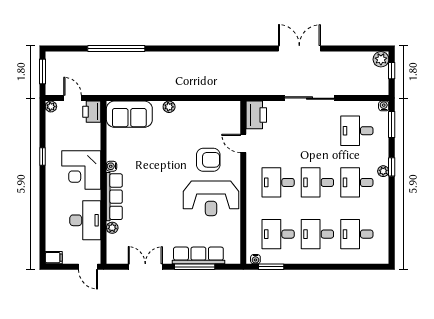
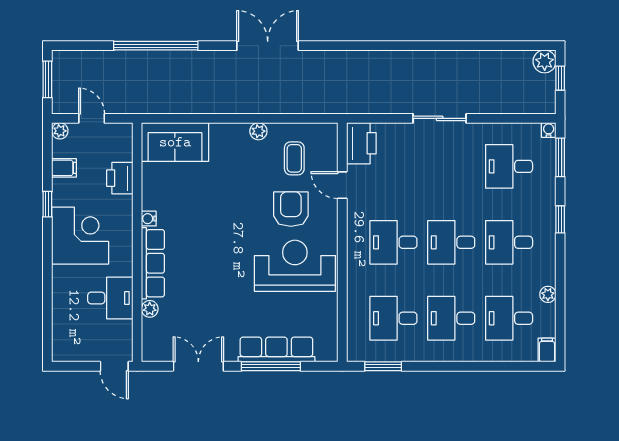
double door: (299, 49) -> (268, 46), moved
sliding door: (310, 98) -> (440, 118), width x0.73
plant: (169, 107) -> (258, 131), moved
printer: (92, 112) -> (120, 178), moved
coffee table: (211, 125) -> (294, 158), added
armchair: (208, 160) -> (291, 209), turned -90
corner desk: (81, 170) -> (80, 236), moved, turned 180
plant: (383, 171) -> (548, 294), moved
reception desk: (211, 198) -> (295, 266), turned 180
desk: (85, 220) -> (110, 298), width x0.73
filing cabinet: (383, 256) -> (547, 350), added
filing cabinet: (54, 258) -> (64, 168), moved
water cooler: (255, 259) -> (360, 355), removed

